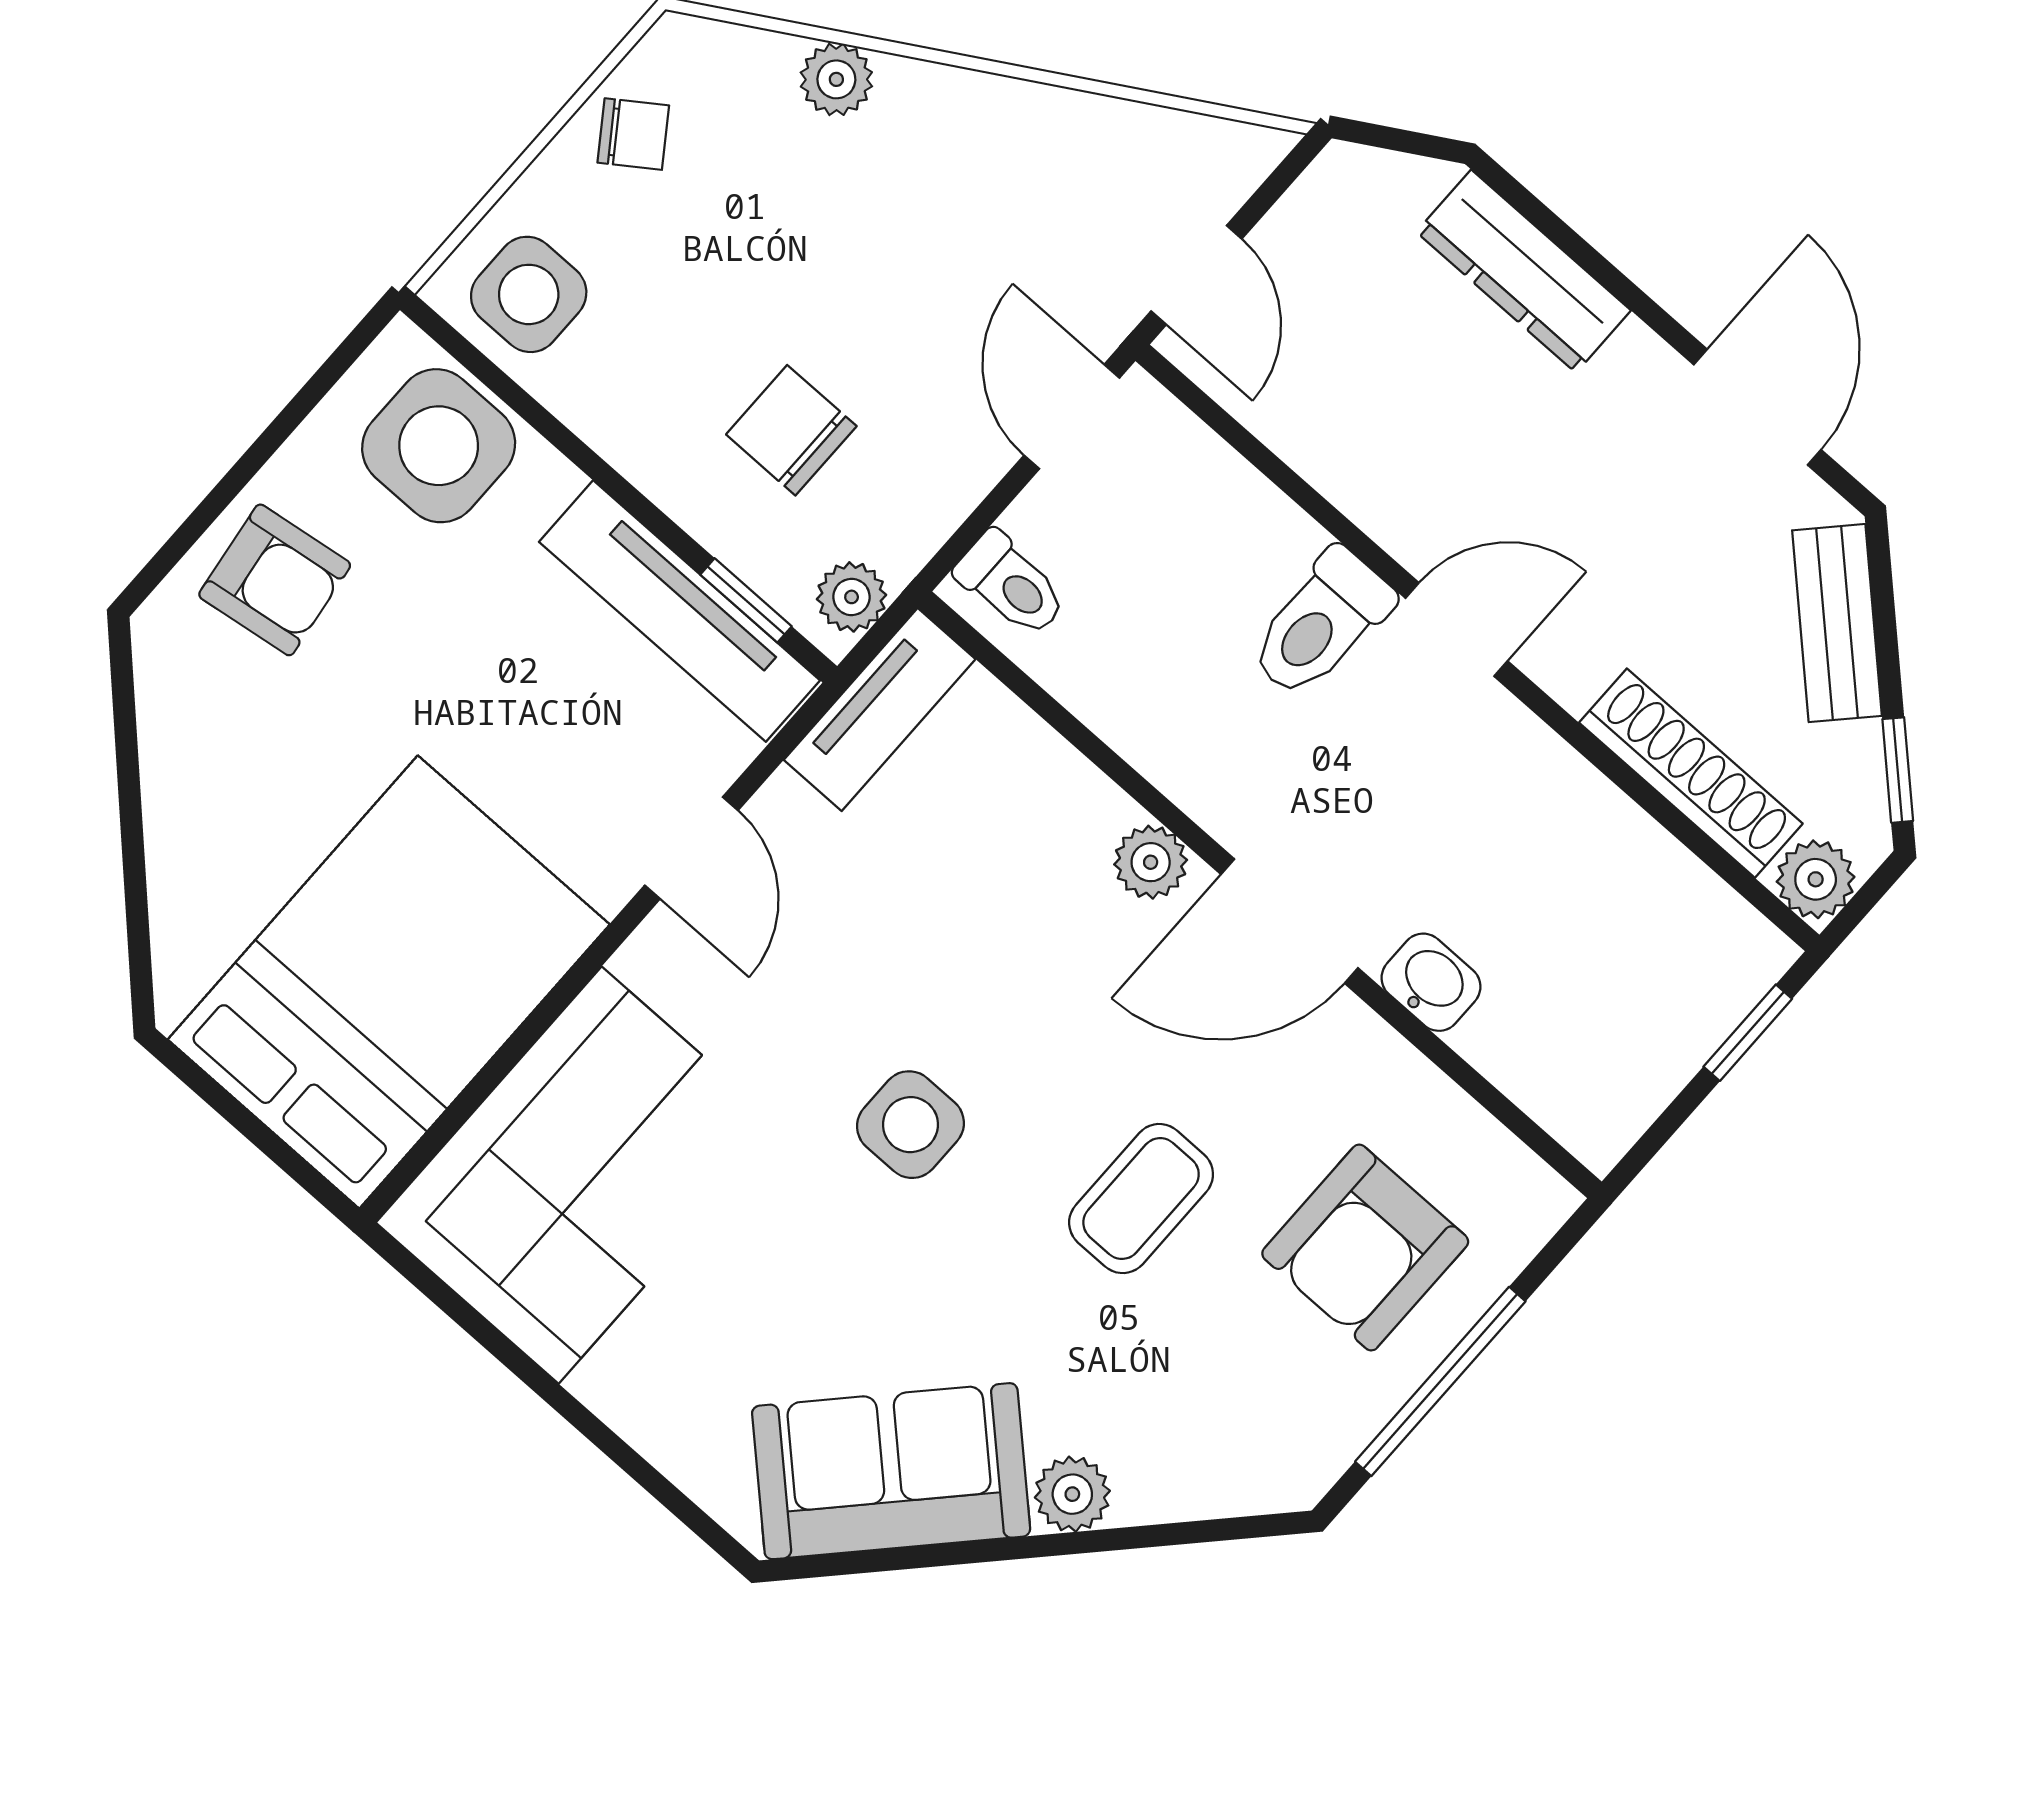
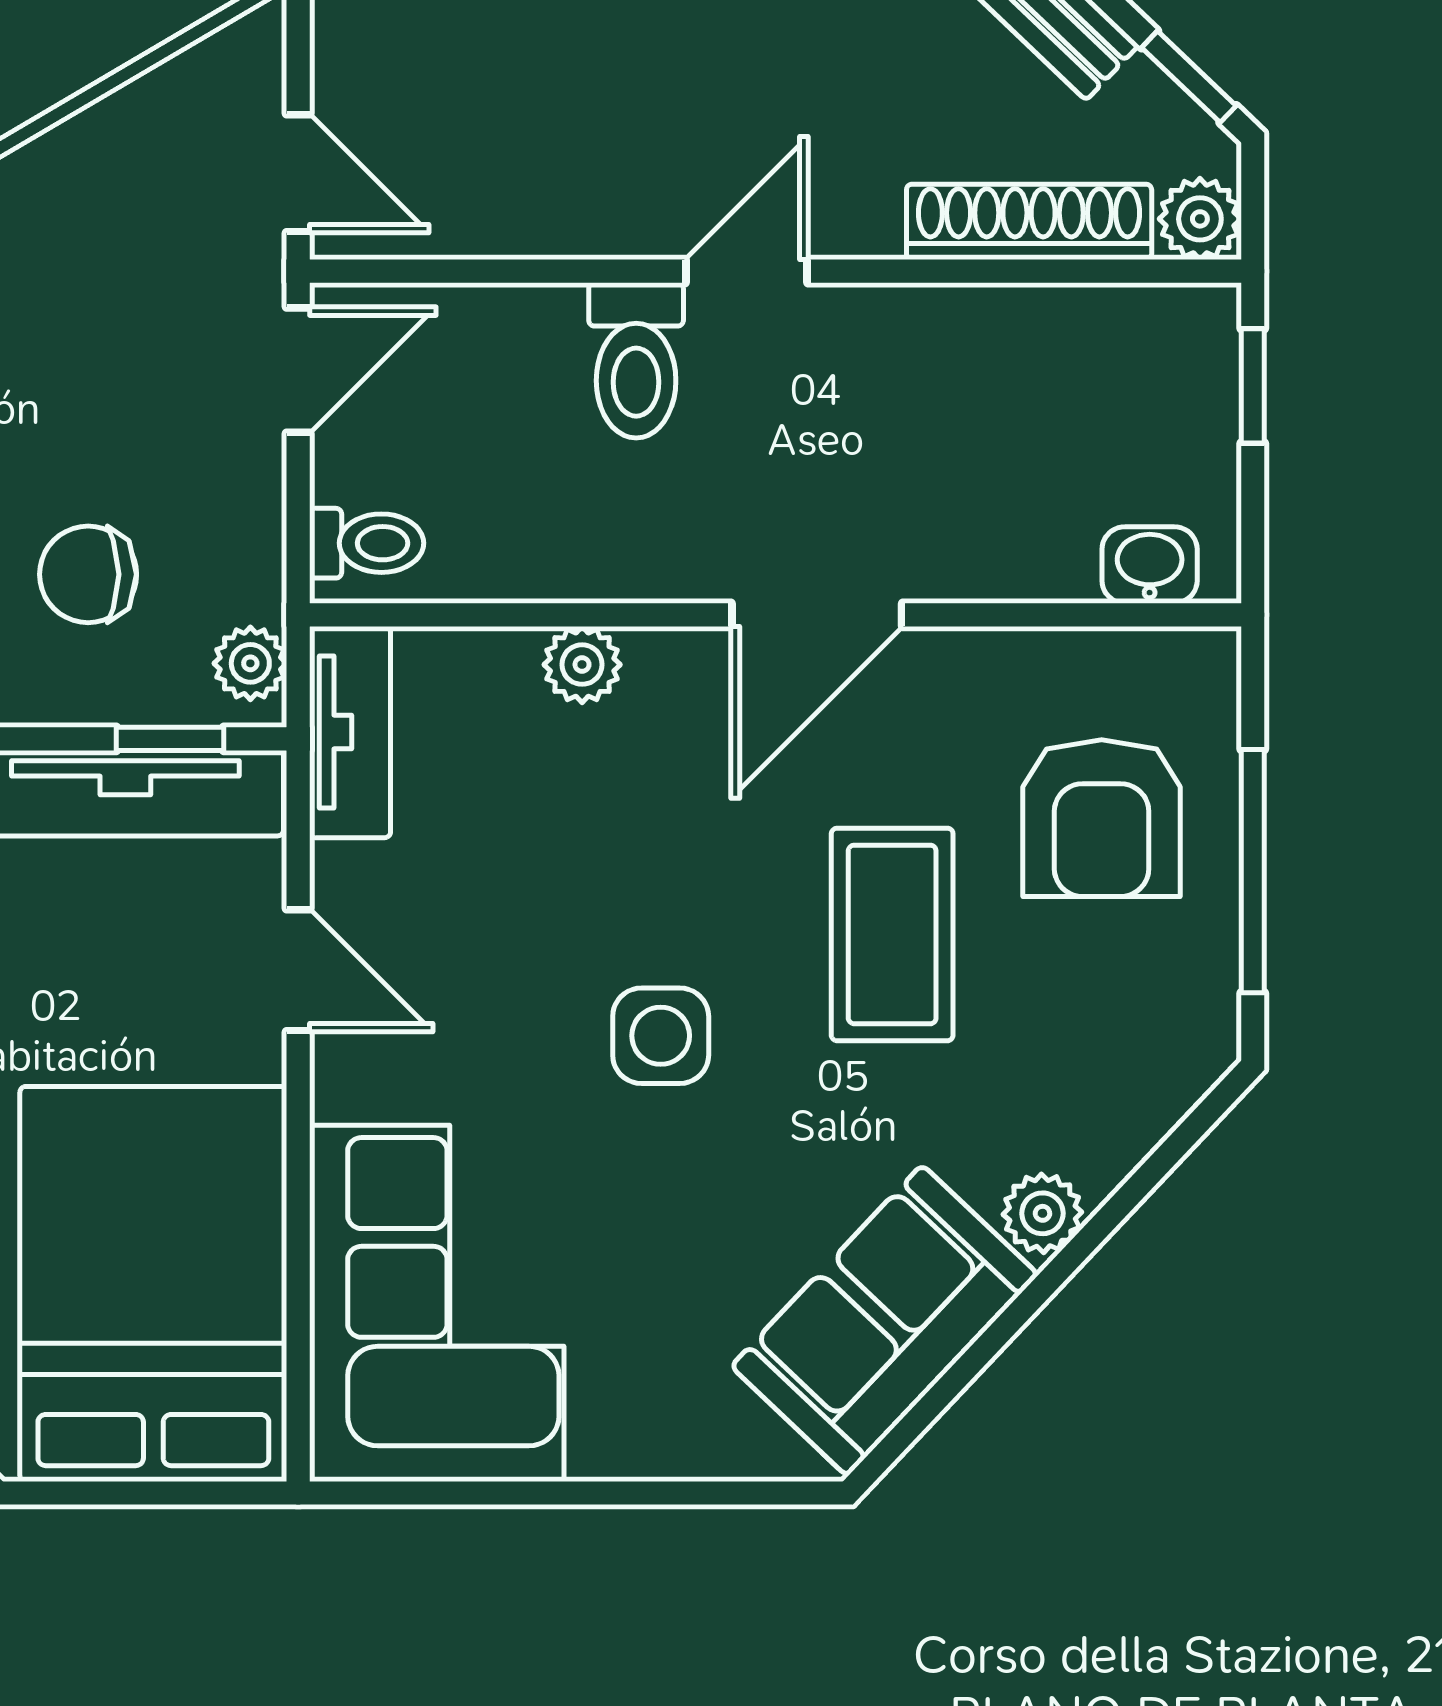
door: (1072, 417) -> (298, 370), swing flipped
plant: (1151, 862) -> (582, 665), moved
washbasin: (1431, 982) -> (1150, 565), moved
coffee table: (1141, 1199) -> (892, 934), width x1.36, depth x1.30

